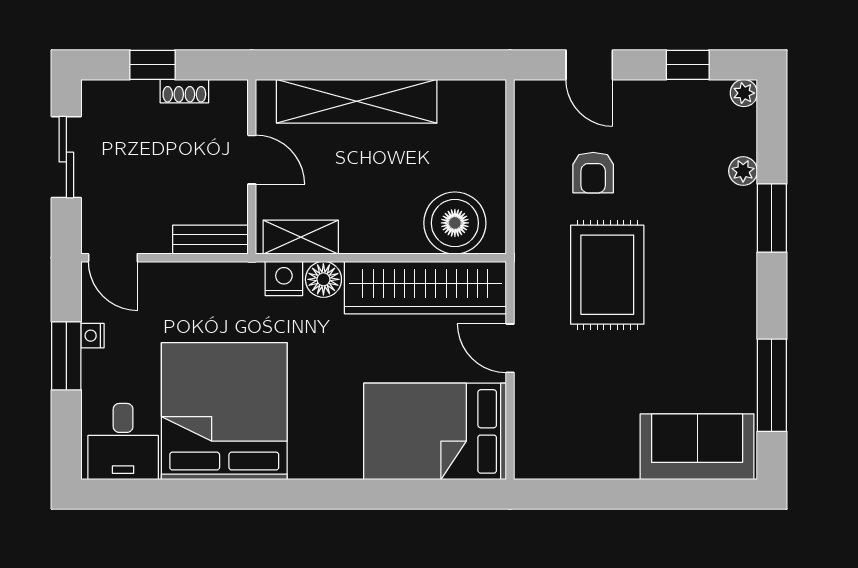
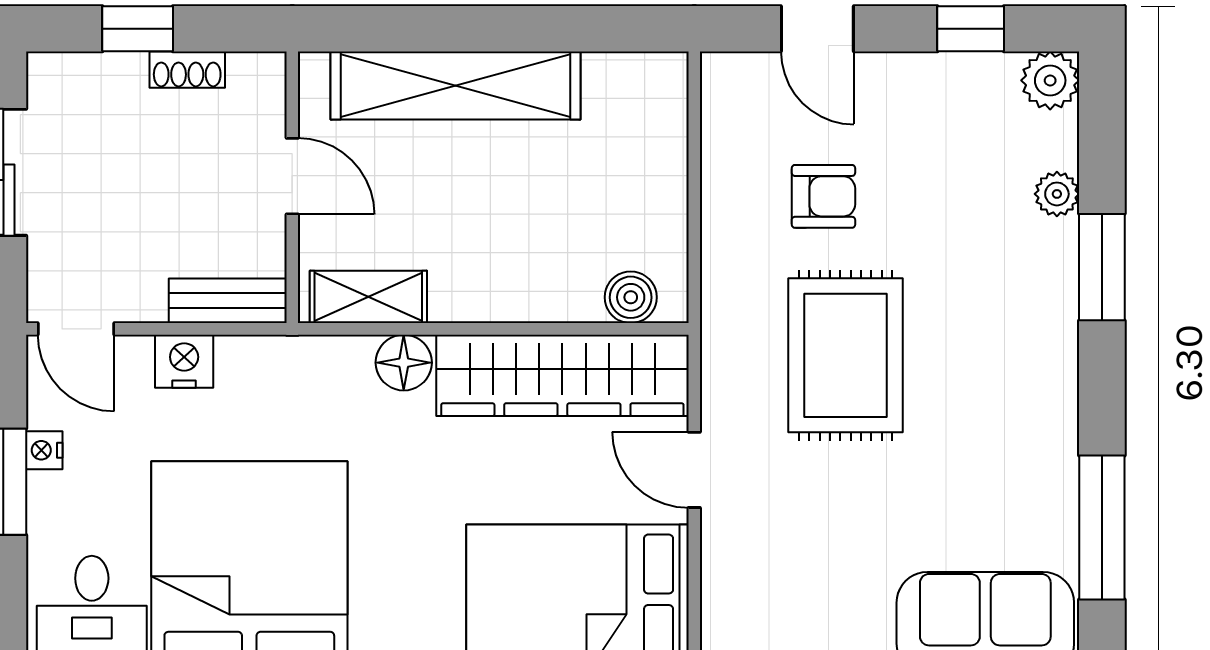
plant: (744, 93) -> (1050, 80), width x1.38, depth x1.38
armchair: (593, 173) -> (823, 196), turned -90
boiler: (455, 223) -> (631, 297), width x0.54, depth x0.54
nightstand: (284, 278) -> (184, 361), moved

